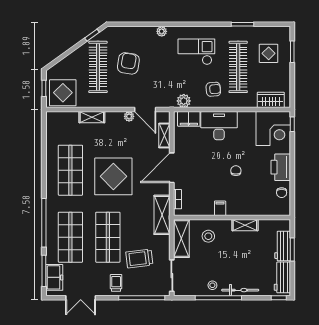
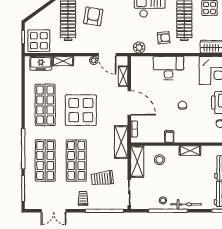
filing cabinet: (189, 119) -> (143, 62), removed
door: (172, 168) -> (129, 103), swing flipped
freezer: (54, 277) -> (41, 63), moved, turned 90

